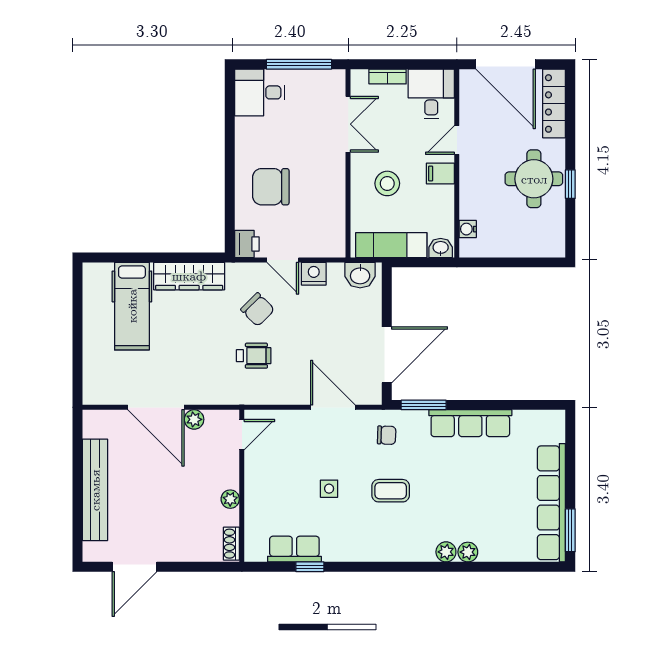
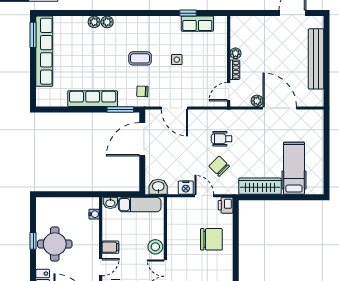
stool: (387, 183) -> (155, 247), moved
shoe rack: (231, 544) -> (235, 70), moved

